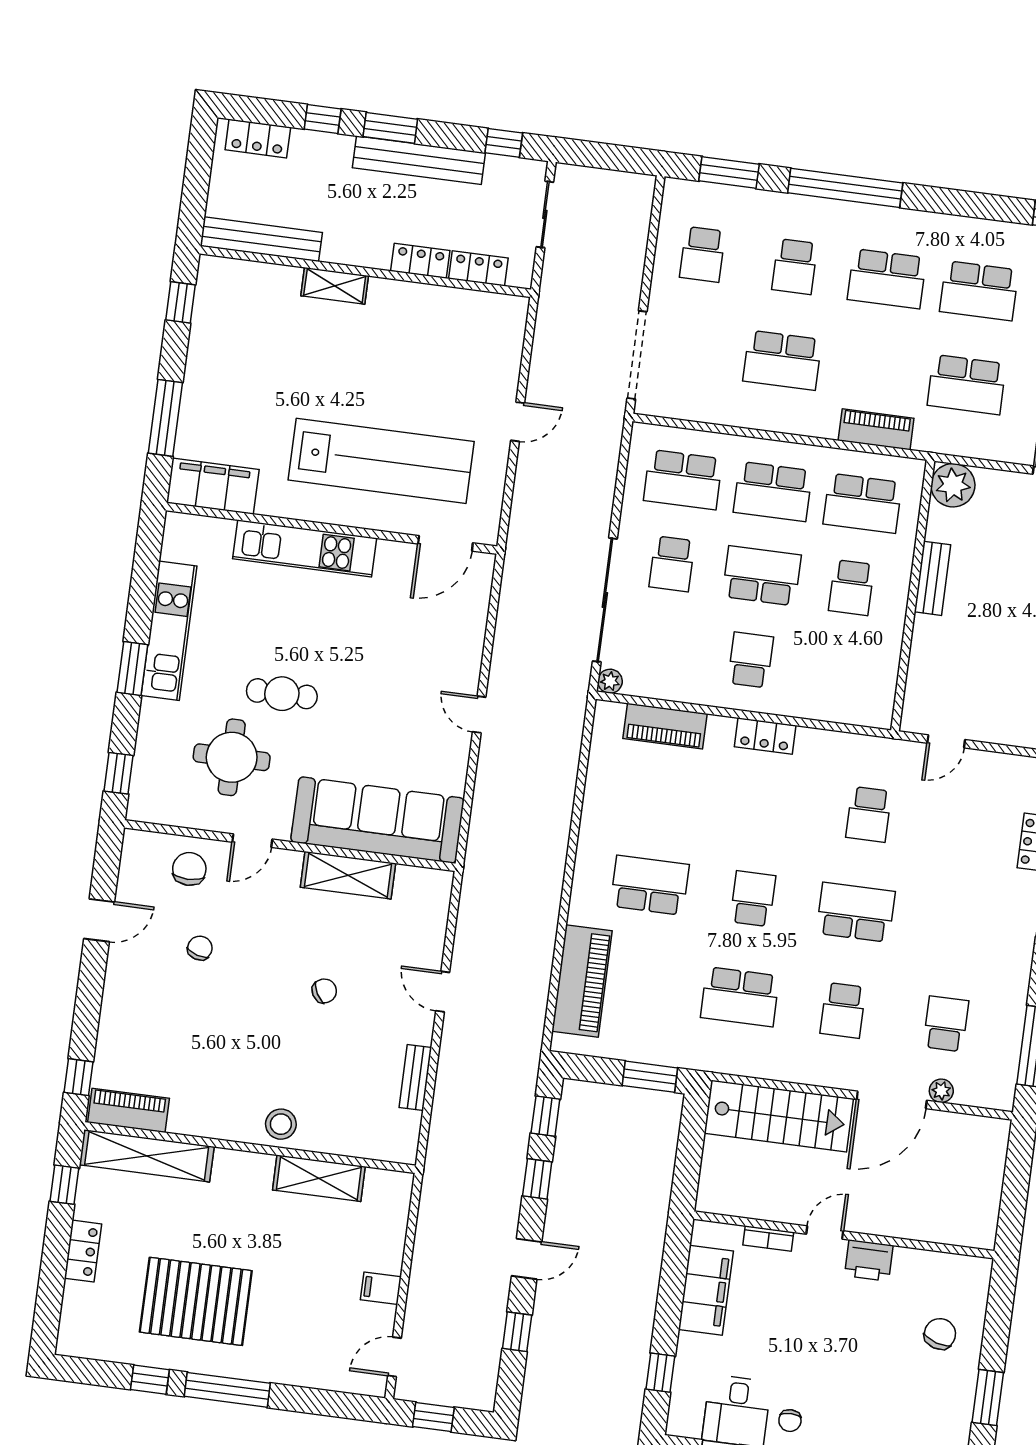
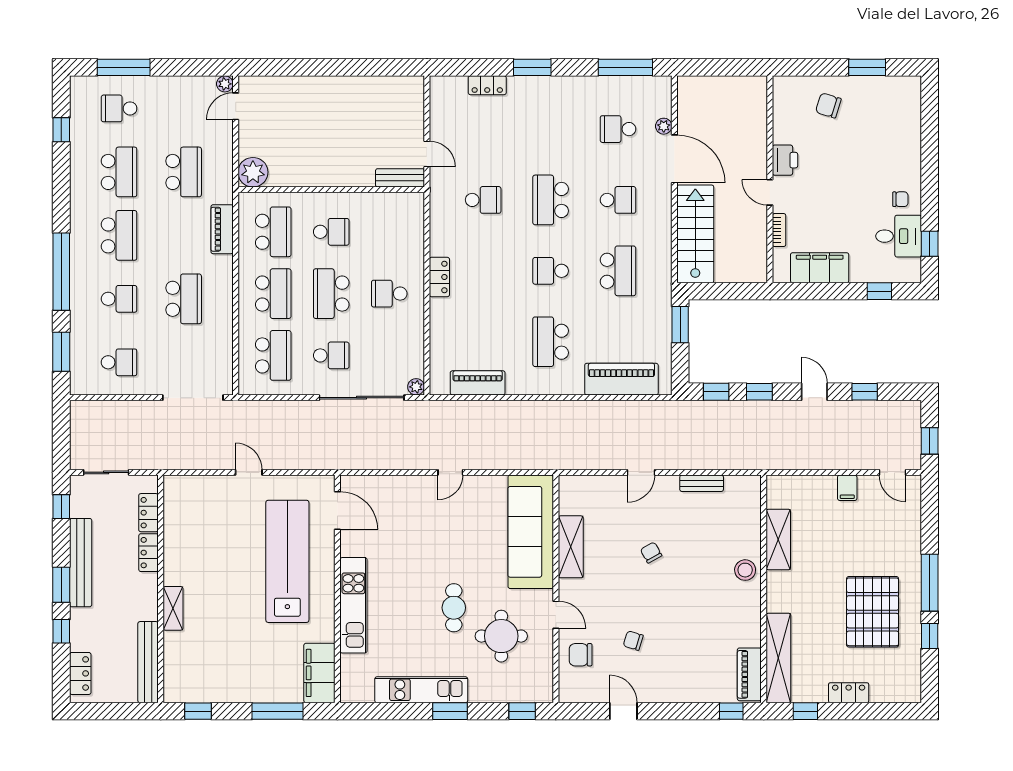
bench: (932, 578) -> (400, 178), moved
piano: (665, 726) -> (478, 383), moved, turned -90

